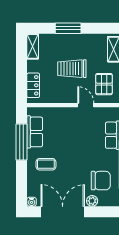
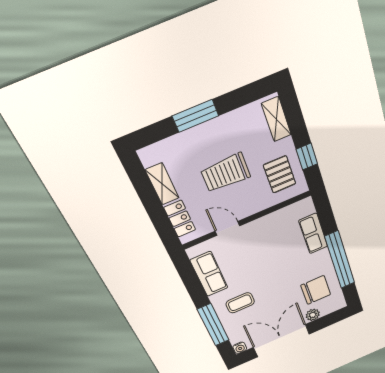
shelving: (33, 46) -> (162, 184), moved
door: (86, 105) -> (227, 228), moved
window: (22, 142) -> (213, 325), moved

